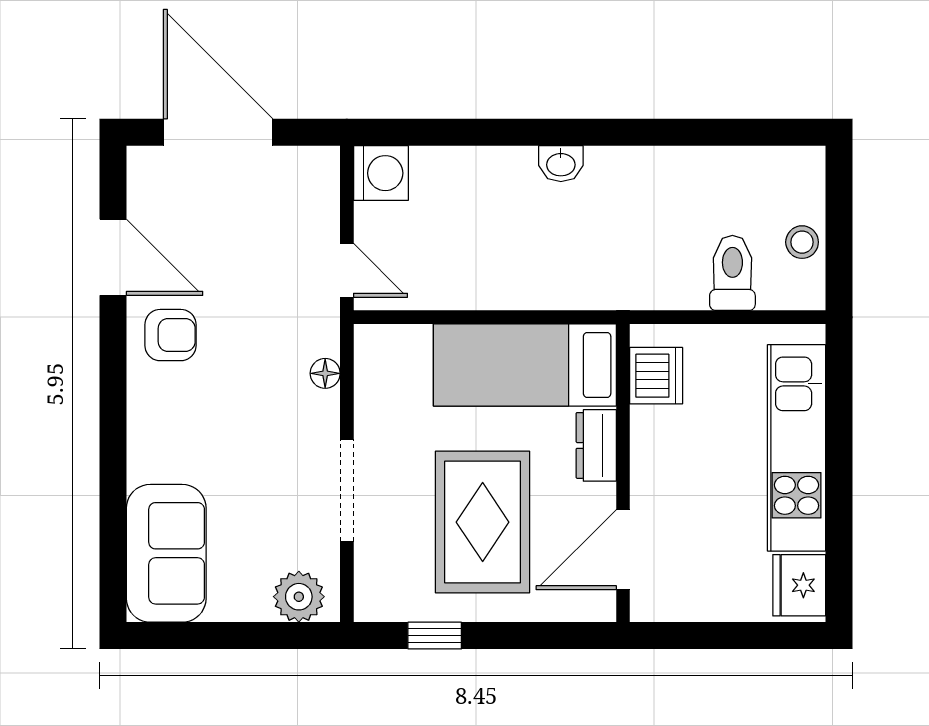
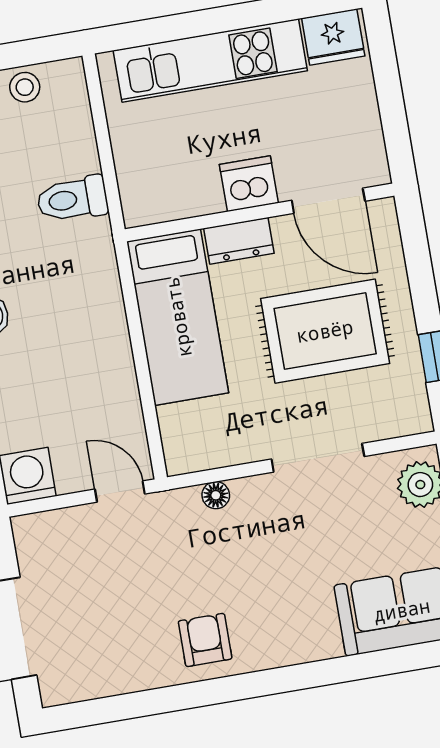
door: (113, 257) -> (144, 703), removed
door: (347, 270) -> (120, 492), hinge flipped
toilet: (732, 273) -> (72, 199), moved
dishwasher: (656, 376) -> (249, 184), moved

